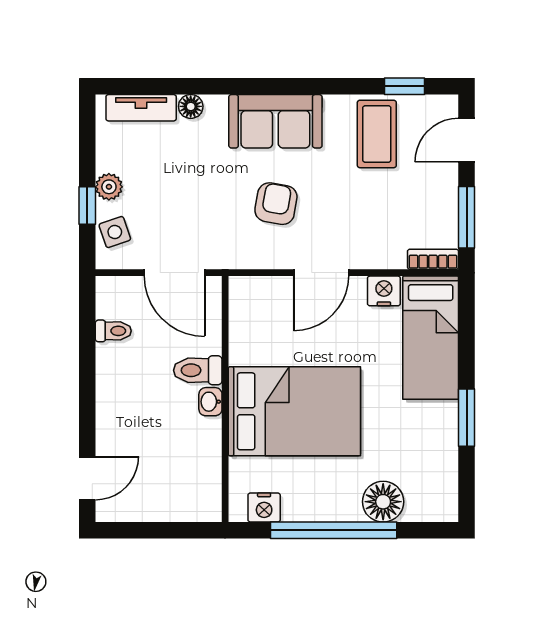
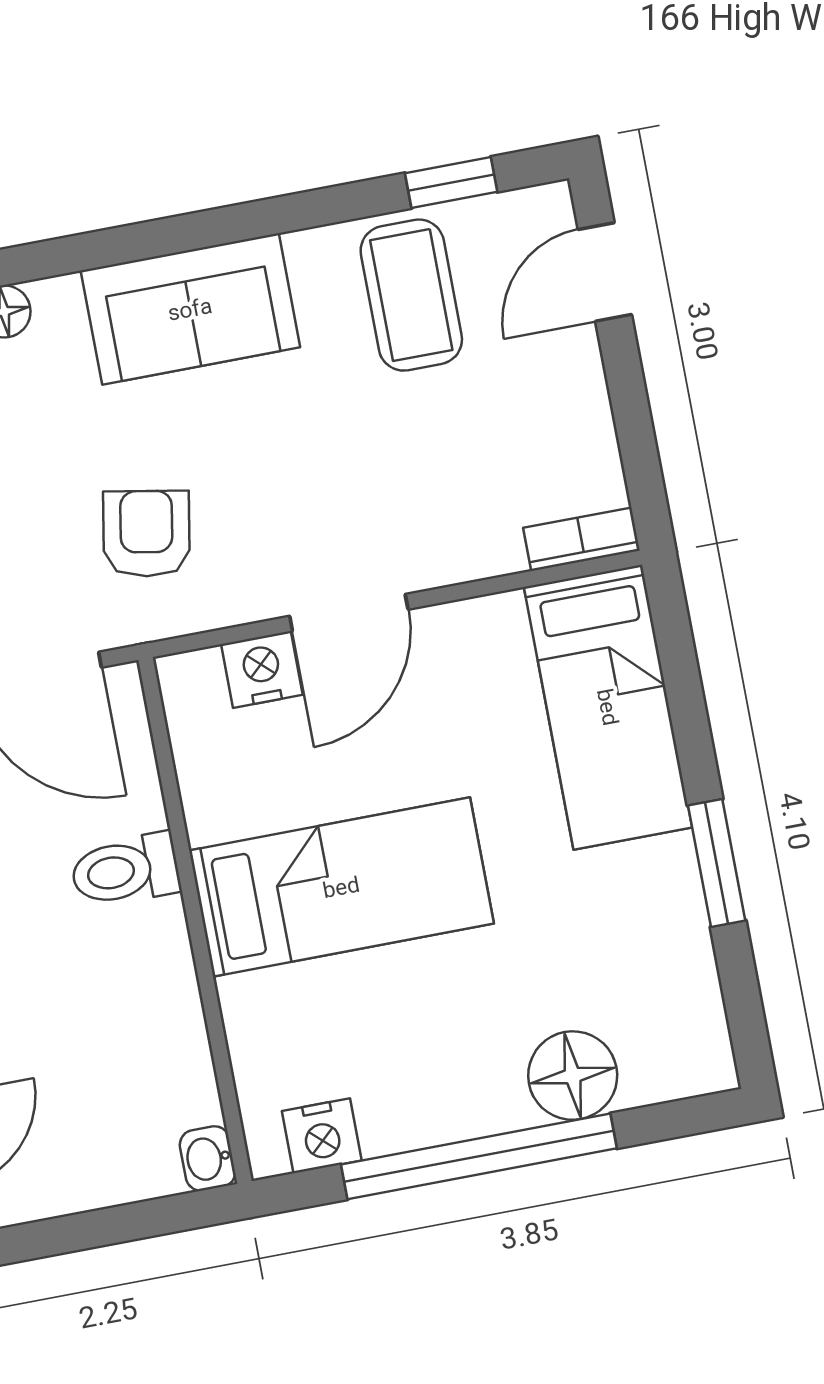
armchair: (276, 204) -> (146, 534), moved
window: (467, 217) -> (636, 436), removed
nightstand: (384, 291) -> (262, 669), moved
washbasin: (210, 402) -> (208, 1158), moved
bed: (294, 411) -> (341, 887), width x0.67

